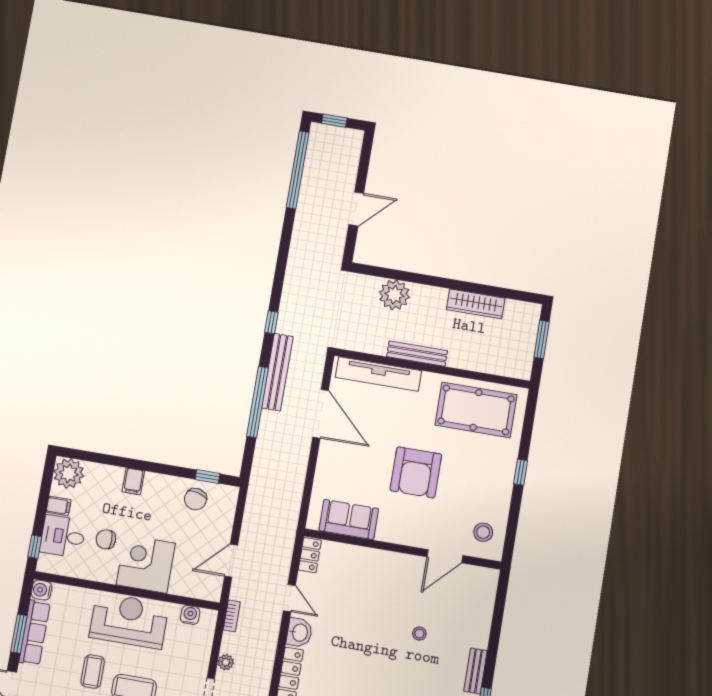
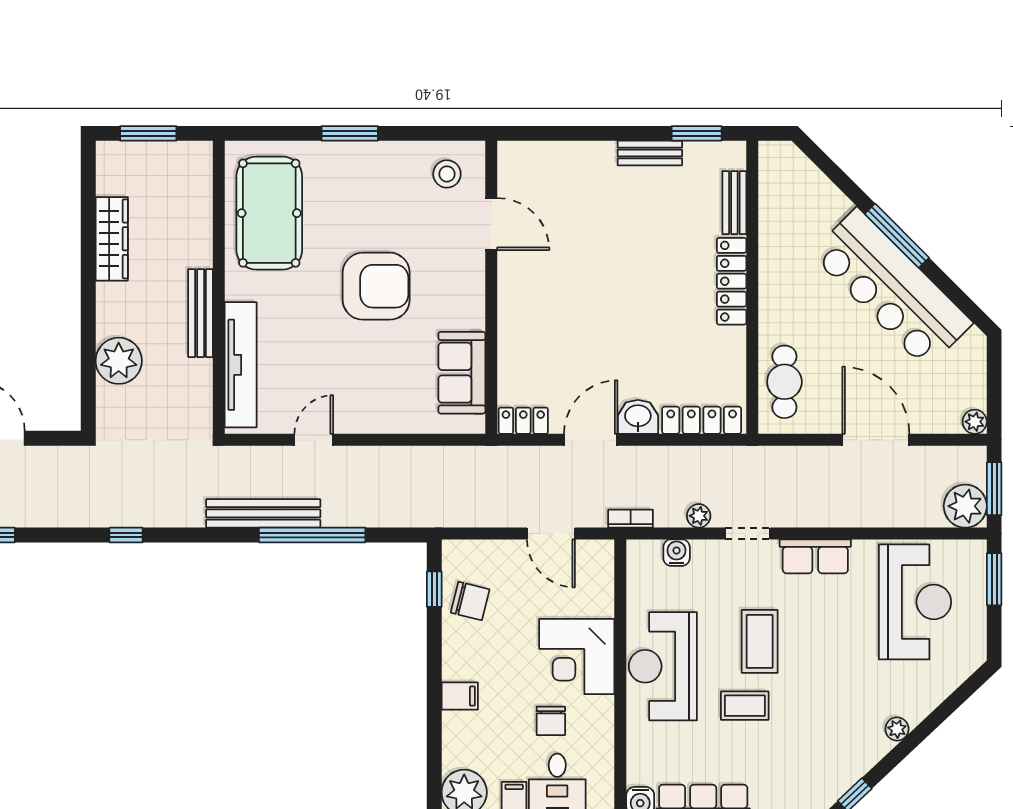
window: (271, 322) -> (126, 535), moved
door: (321, 414) -> (314, 440), width x0.53
window: (521, 472) -> (350, 133), width x1.50
door: (289, 598) -> (591, 440), width x1.38
water cooler: (190, 615) -> (677, 553), moved, turned 90
stool: (419, 634) -> (610, 243), removed

